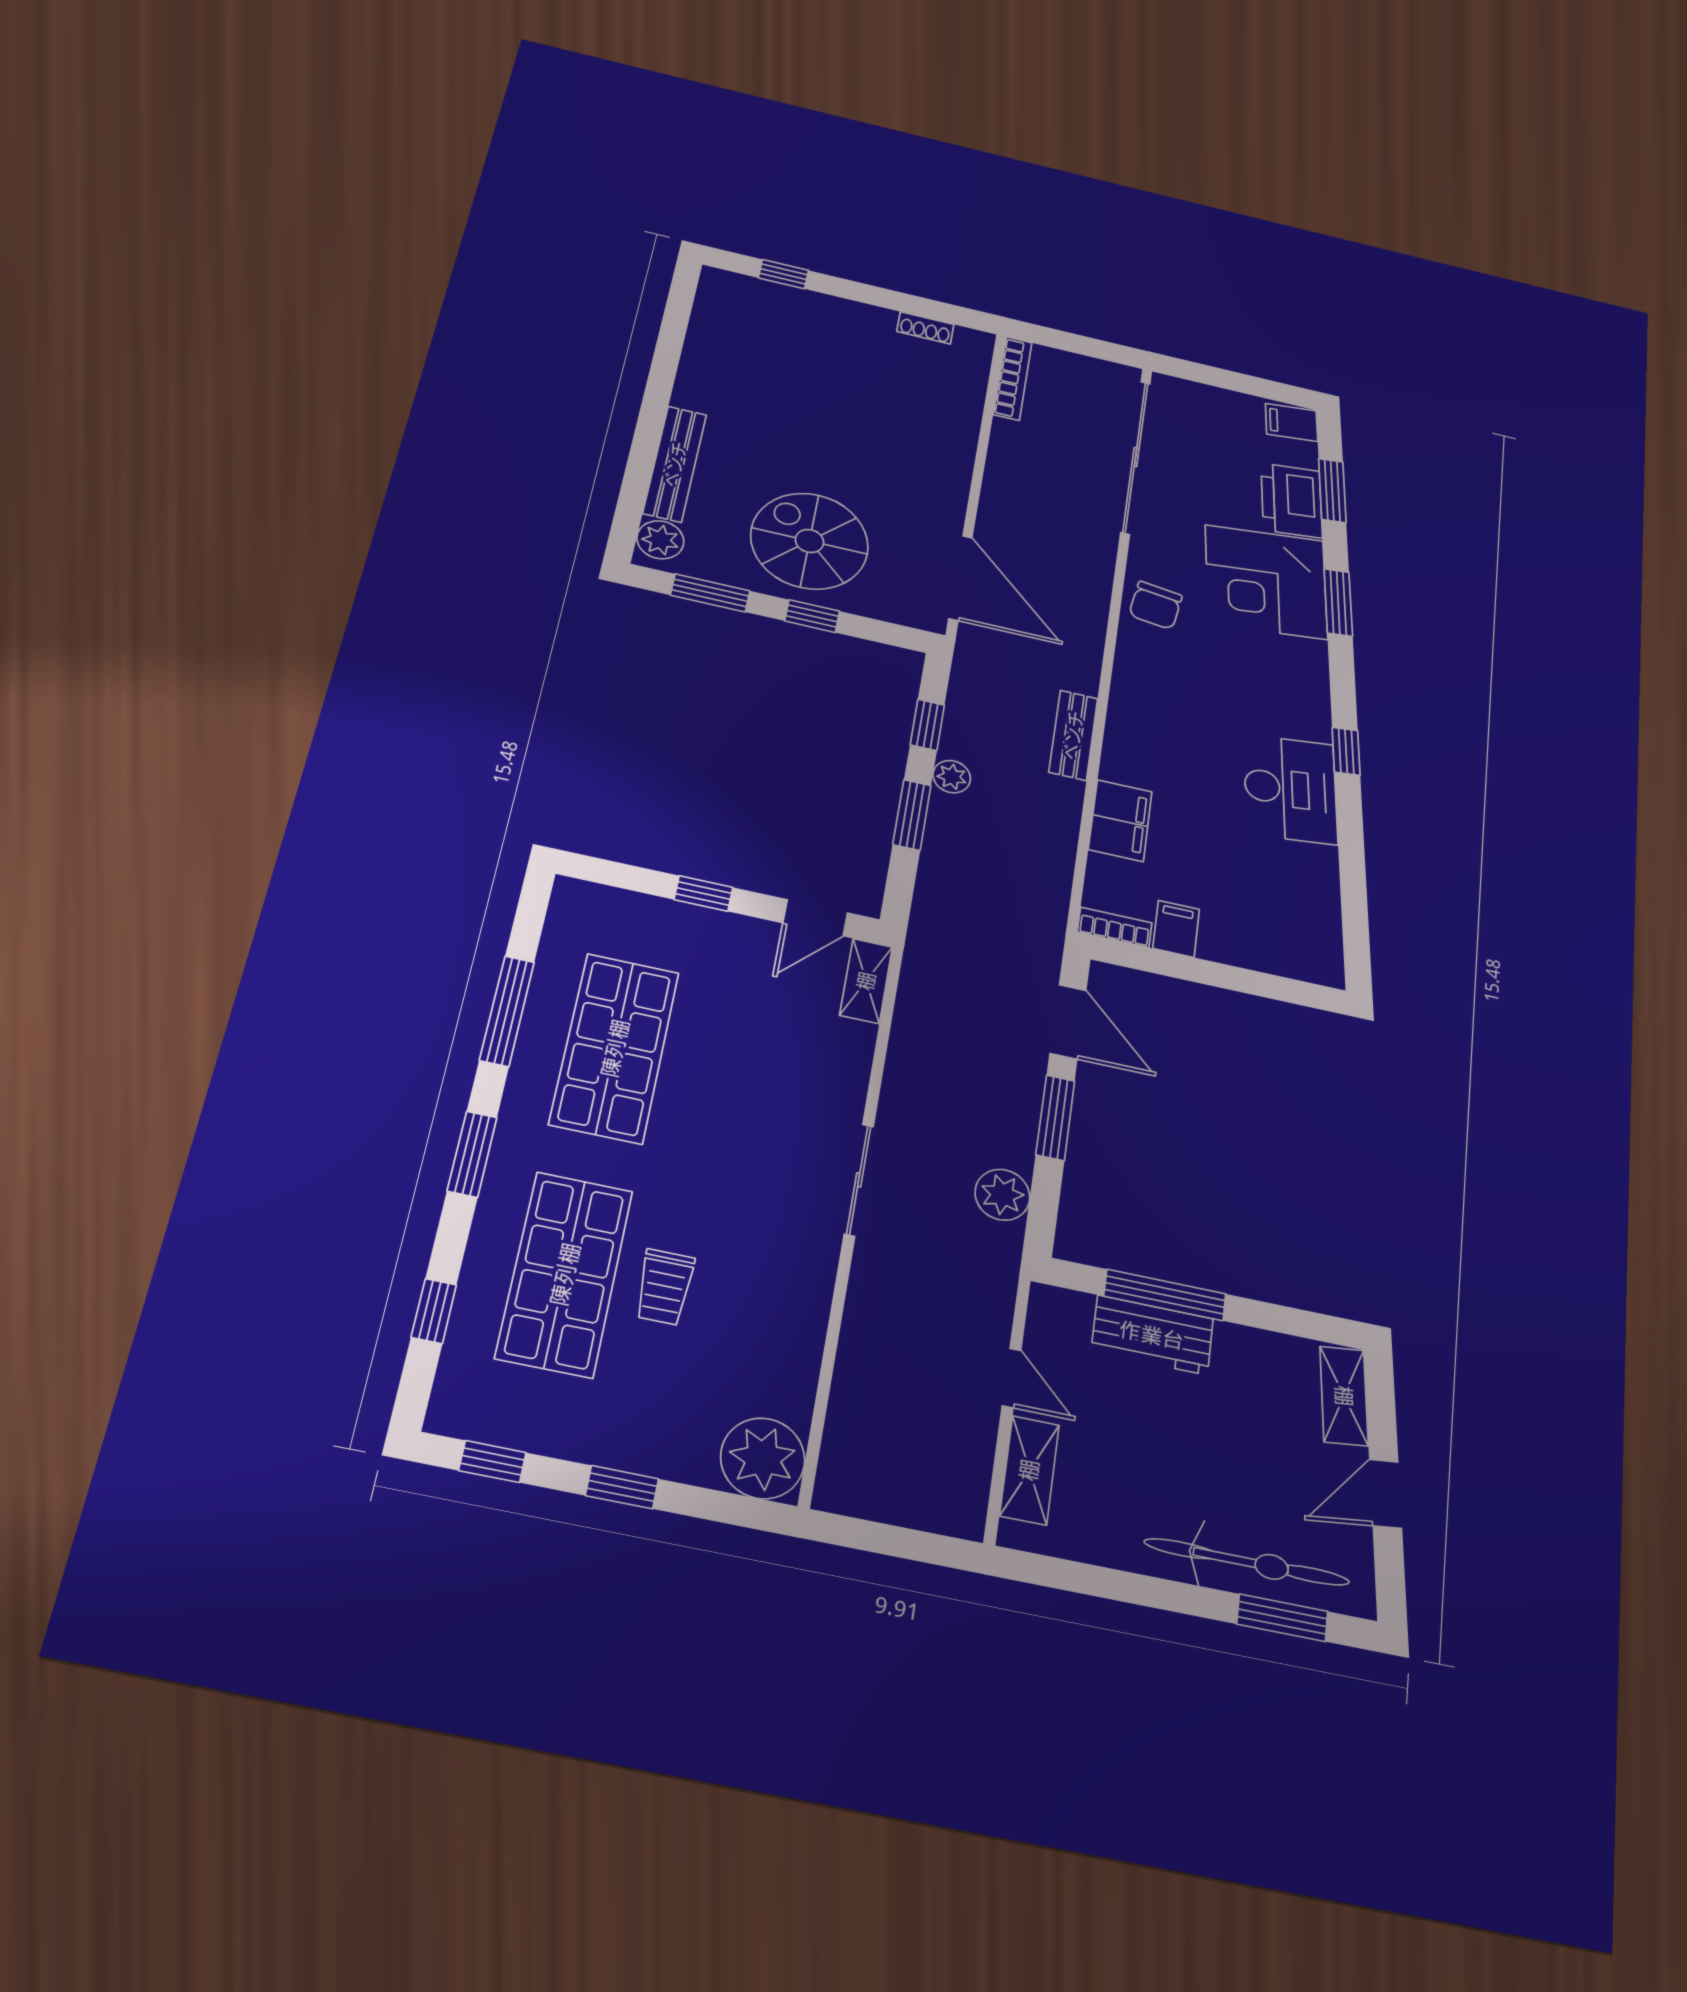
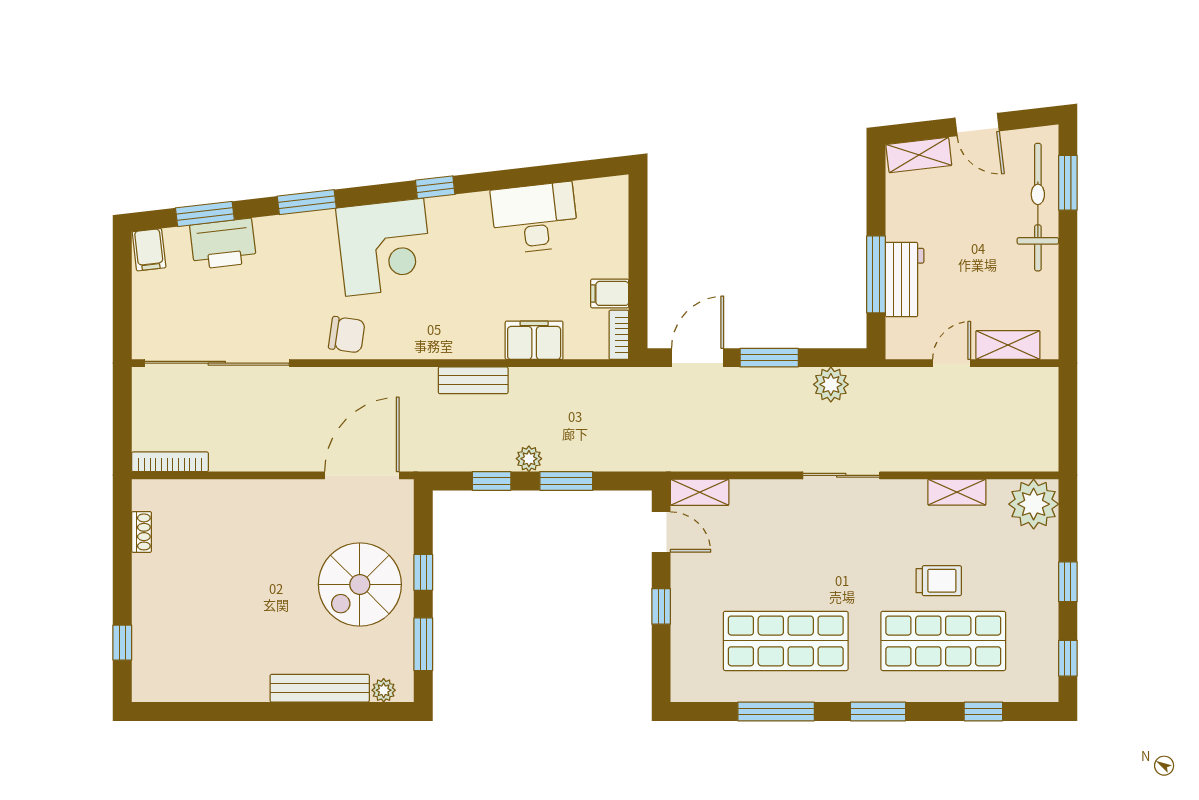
plant: (660, 540) -> (384, 690), width x0.73, depth x0.73
corner desk: (1266, 582) -> (385, 247), moved
desk: (1290, 789) -> (535, 218), moved
shelving: (803, 1344) -> (957, 492), added

